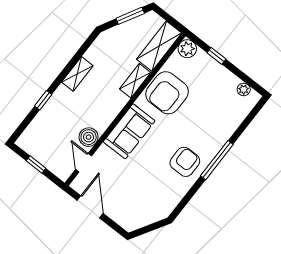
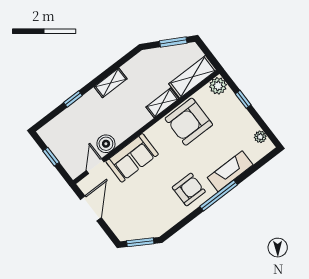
sofa: (129, 131) -> (132, 158), moved
fireplace: (222, 132) -> (230, 171), added
window: (149, 228) -> (140, 242), added

